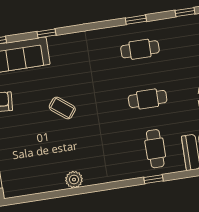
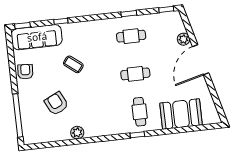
coffee table: (62, 108) -> (73, 64), moved
armchair: (45, 142) -> (56, 104), added

